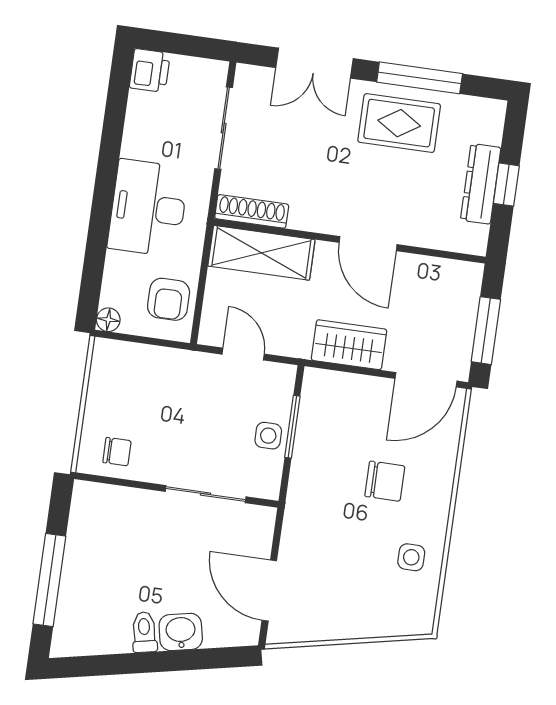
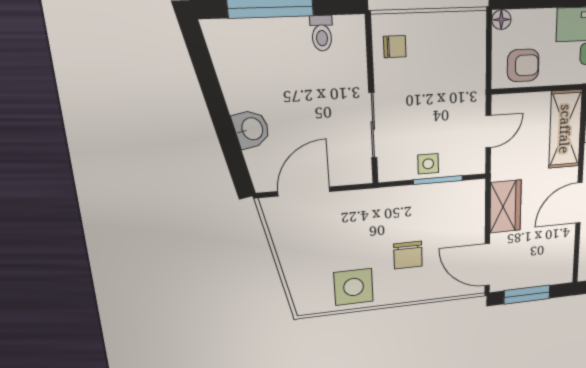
armchair: (169, 299) -> (523, 65), turned 180
chair: (117, 452) -> (395, 47), turned -90
side table: (411, 557) -> (354, 287), width x1.87, depth x1.87
toilet: (144, 632) -> (322, 33), moved, turned 102

